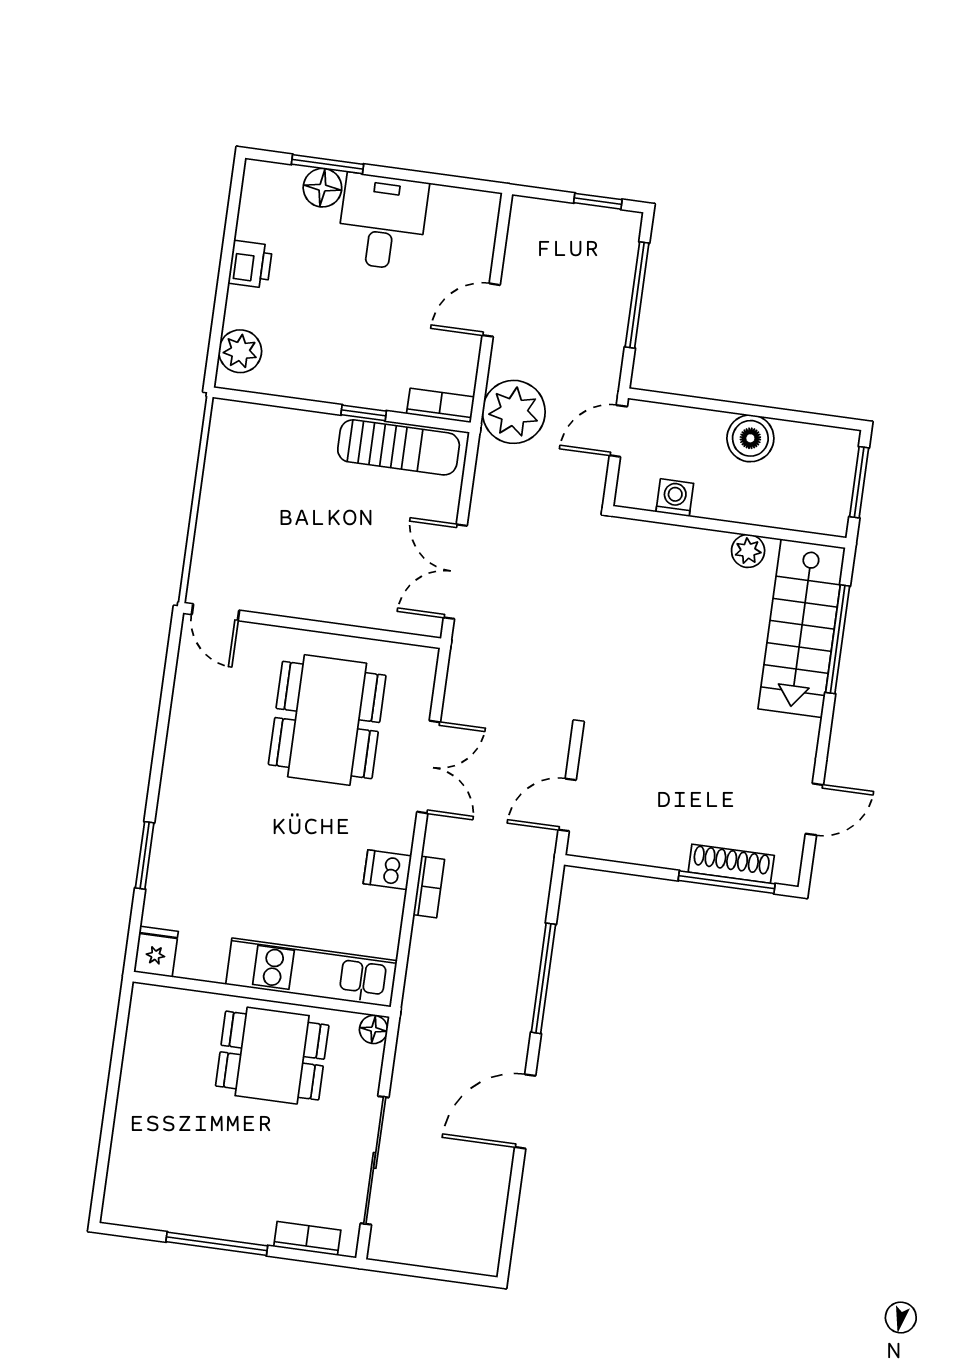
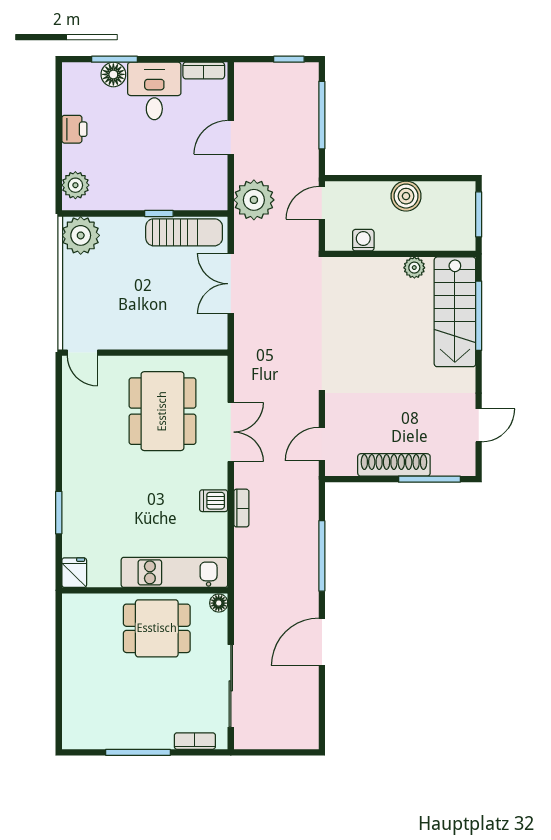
bookcase: (440, 405) -> (204, 71), moved, turned 180
plant: (238, 430) -> (81, 235), added
double door: (455, 572) -> (231, 284), moved
shoe rack: (731, 864) -> (394, 465), moved, width x1.36, depth x1.24

